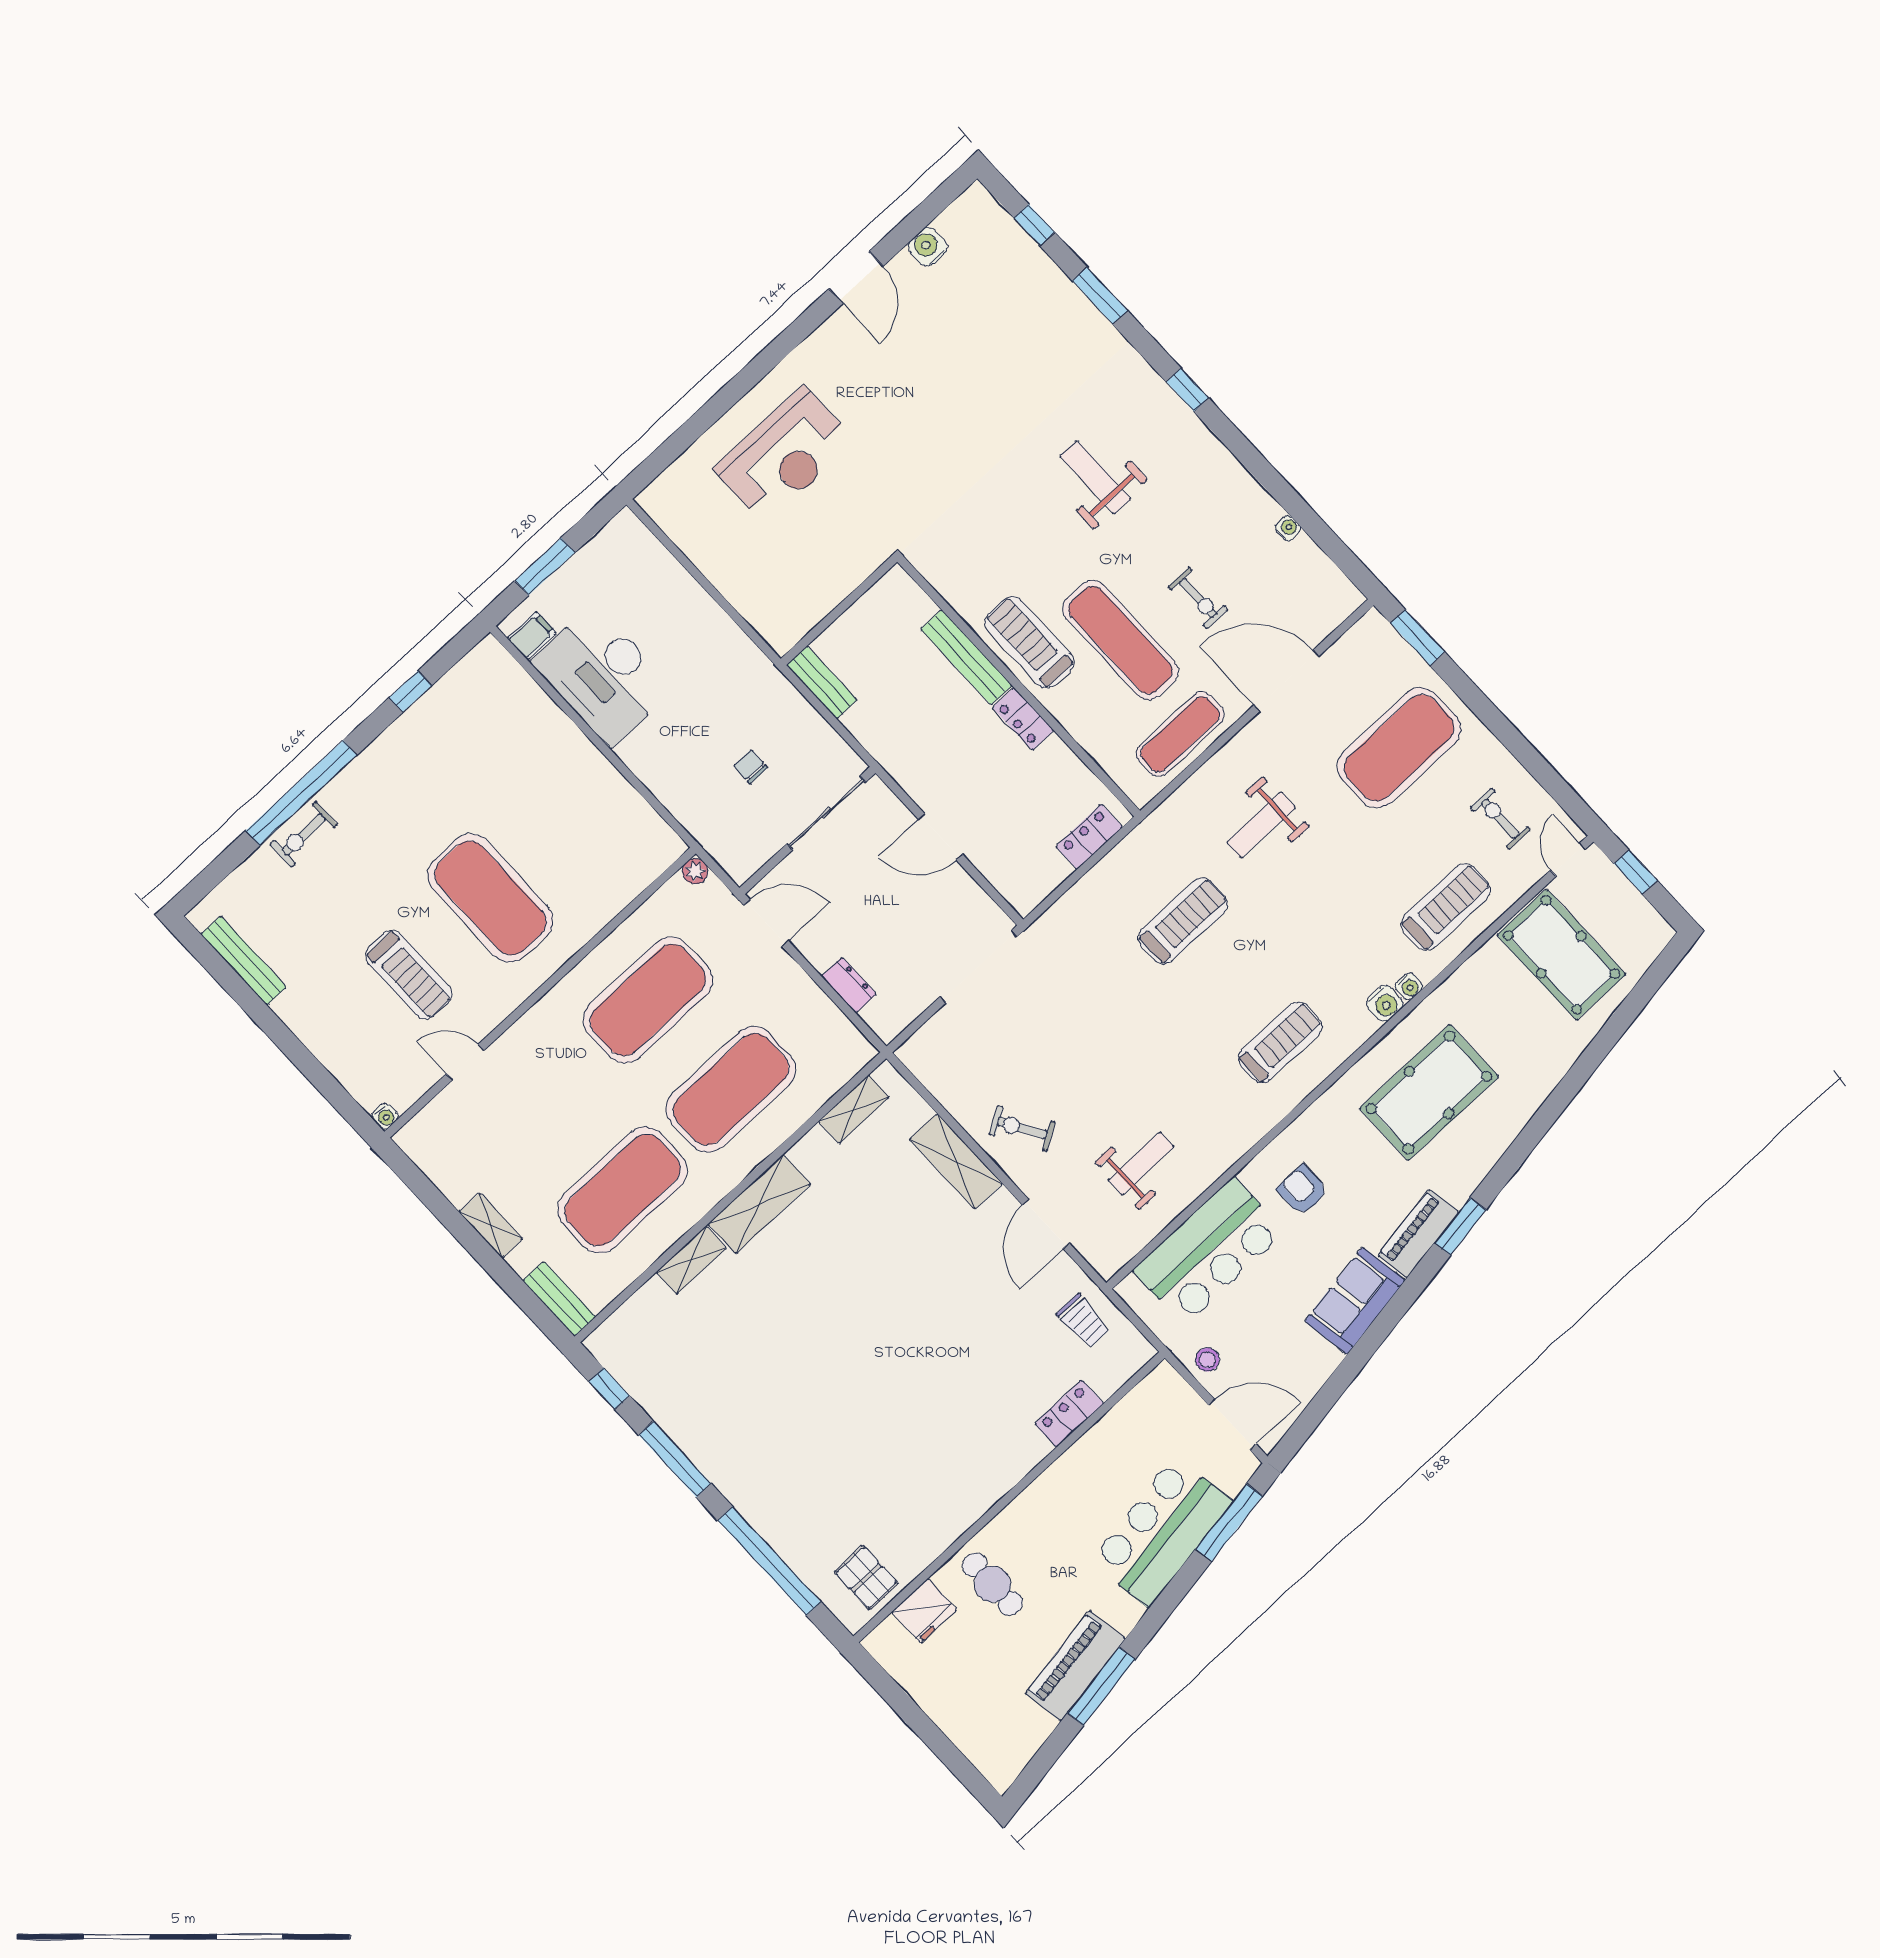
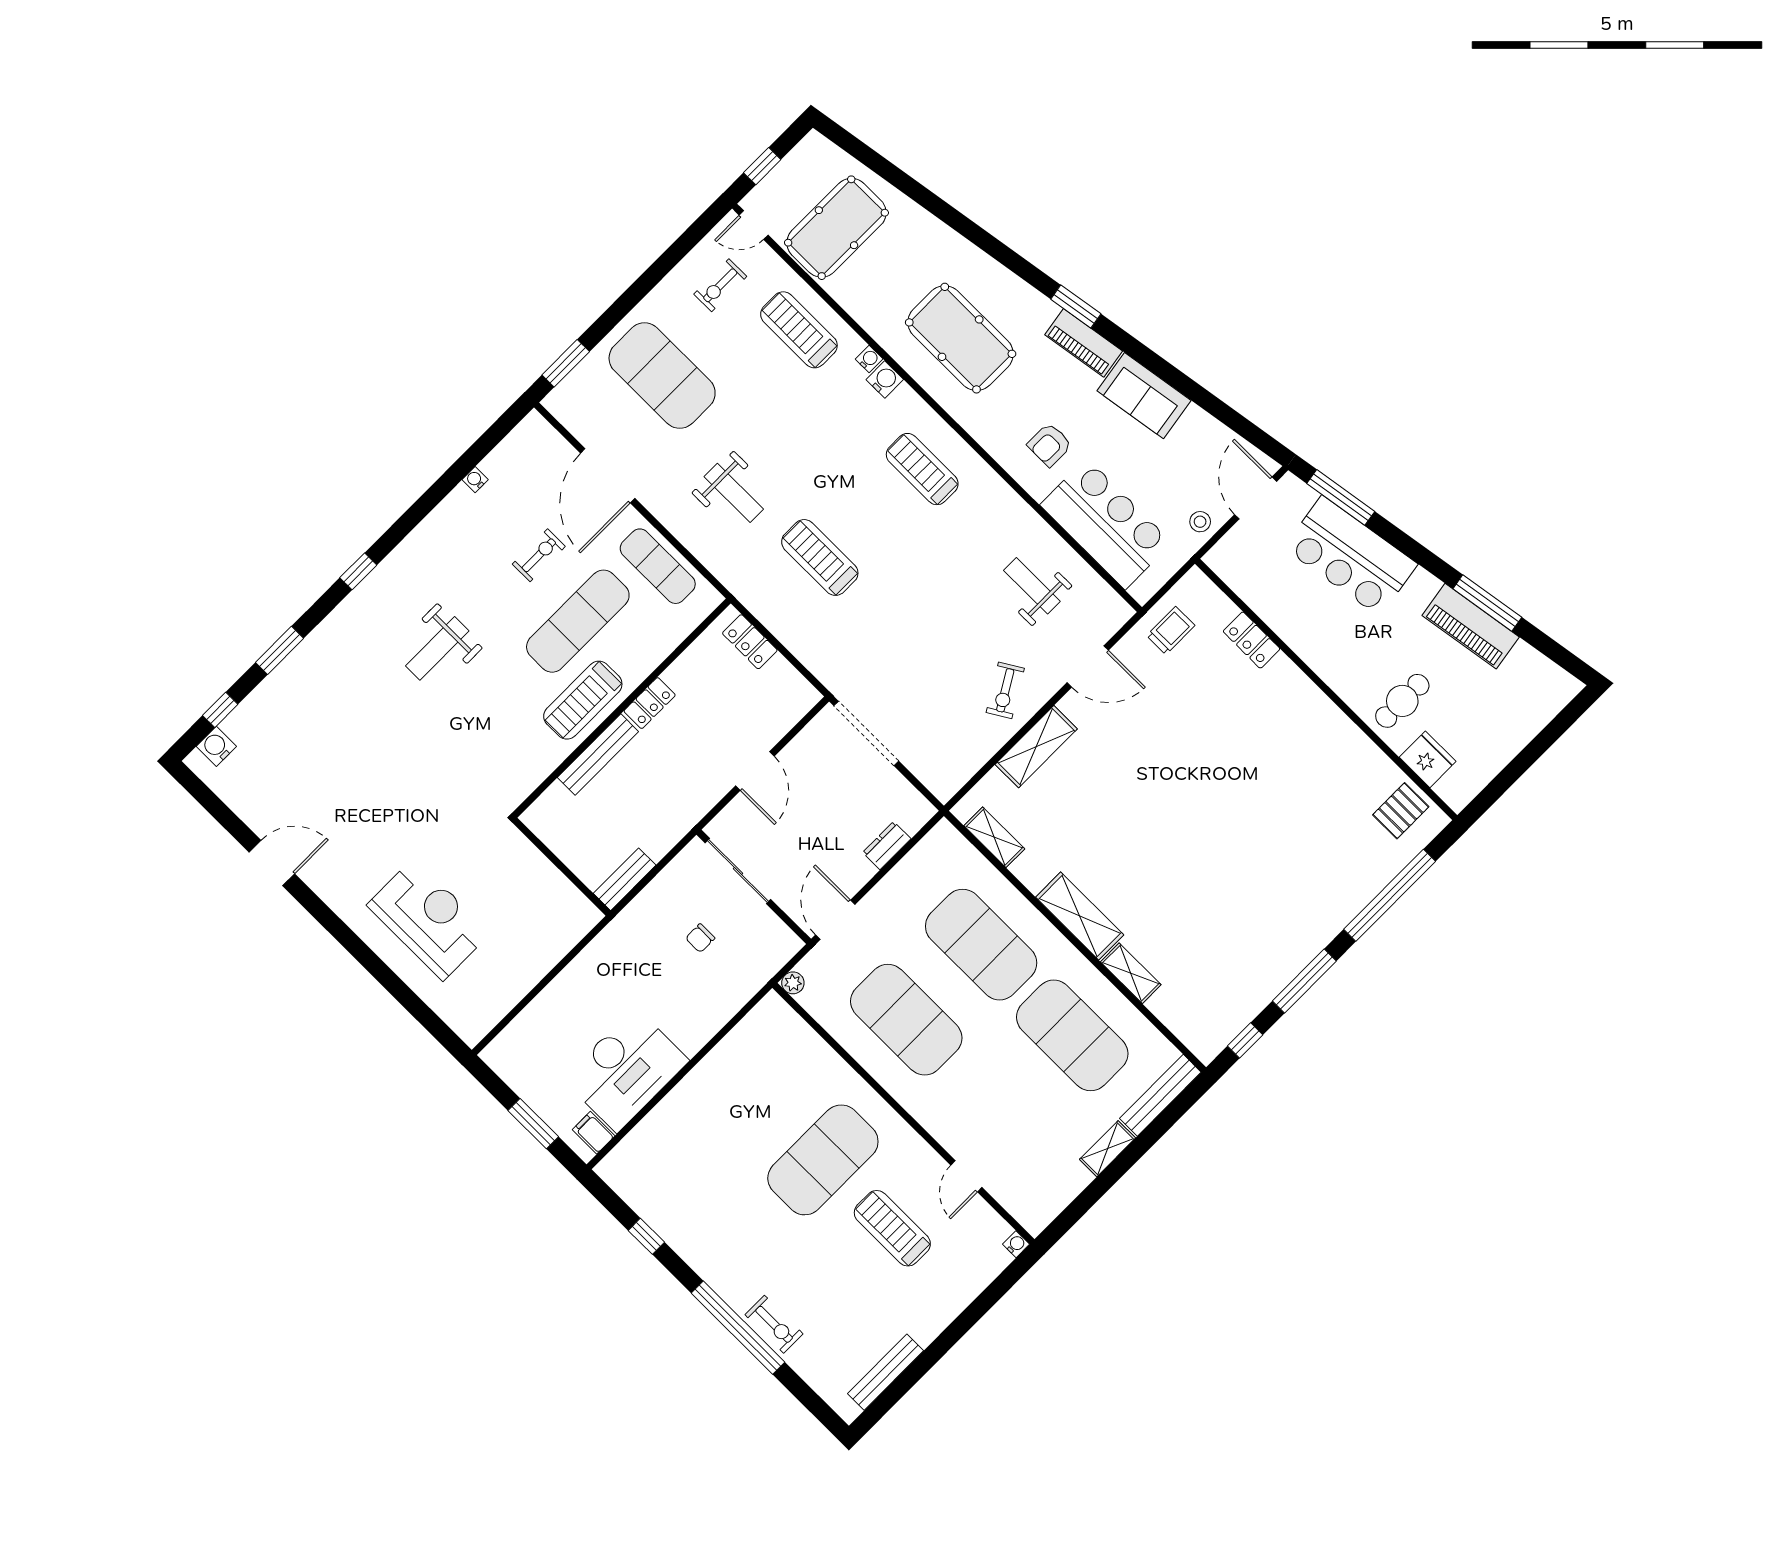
water cooler: (928, 247) -> (216, 746), moved, turned 90
treadmill: (409, 975) -> (892, 1228), turned -90
bench: (559, 1299) -> (1160, 1095), width x1.36

